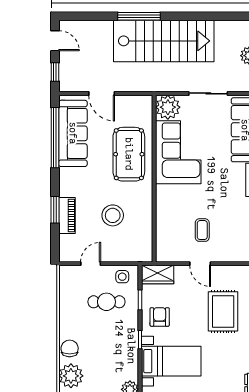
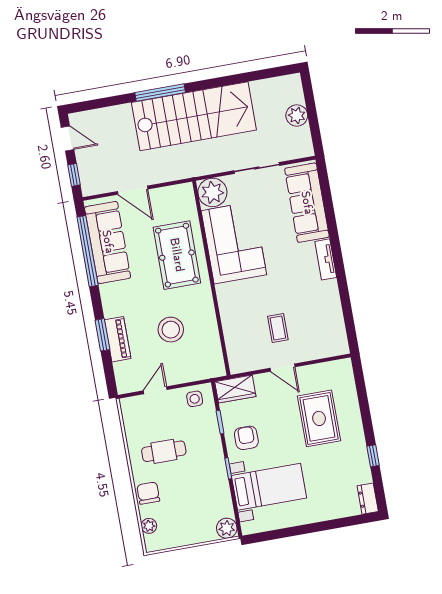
cafe table: (106, 302) -> (164, 451), moved
plant: (71, 376) -> (149, 526), width x0.53, depth x0.53

